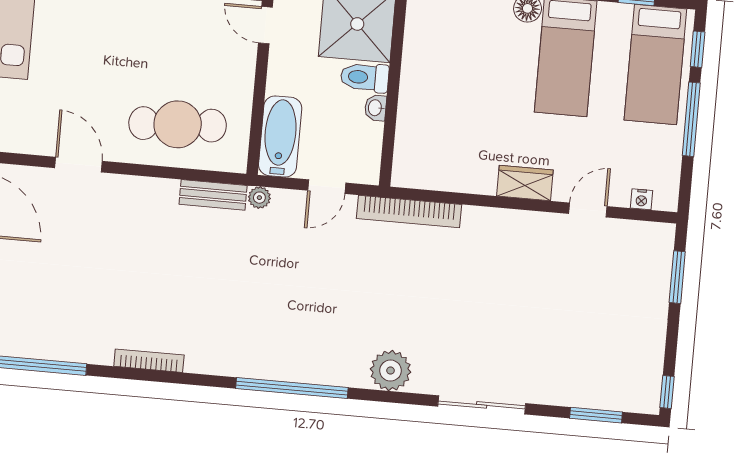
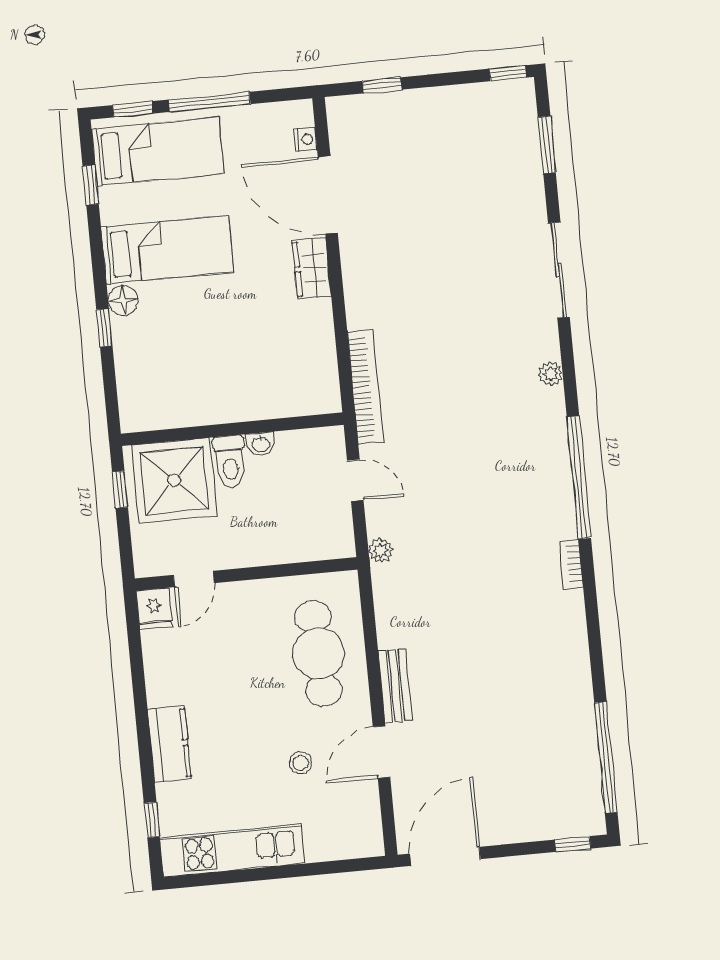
stool: (82, 90) -> (300, 763), added
bathtub: (280, 137) -> (311, 541), removed
bench: (213, 195) -> (395, 686), moved
door: (588, 210) -> (328, 195), width x1.88
window: (677, 277) -> (382, 85), width x0.67
bookcase: (149, 361) -> (571, 564), moved, width x0.64
plant: (391, 371) -> (551, 374), width x0.53, depth x0.53

